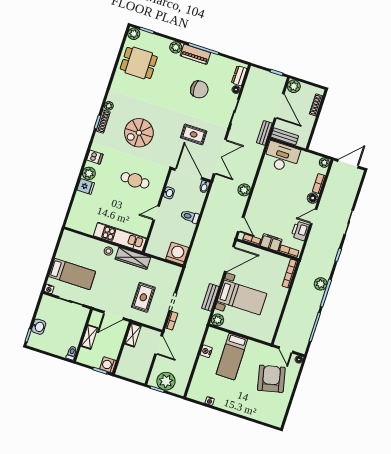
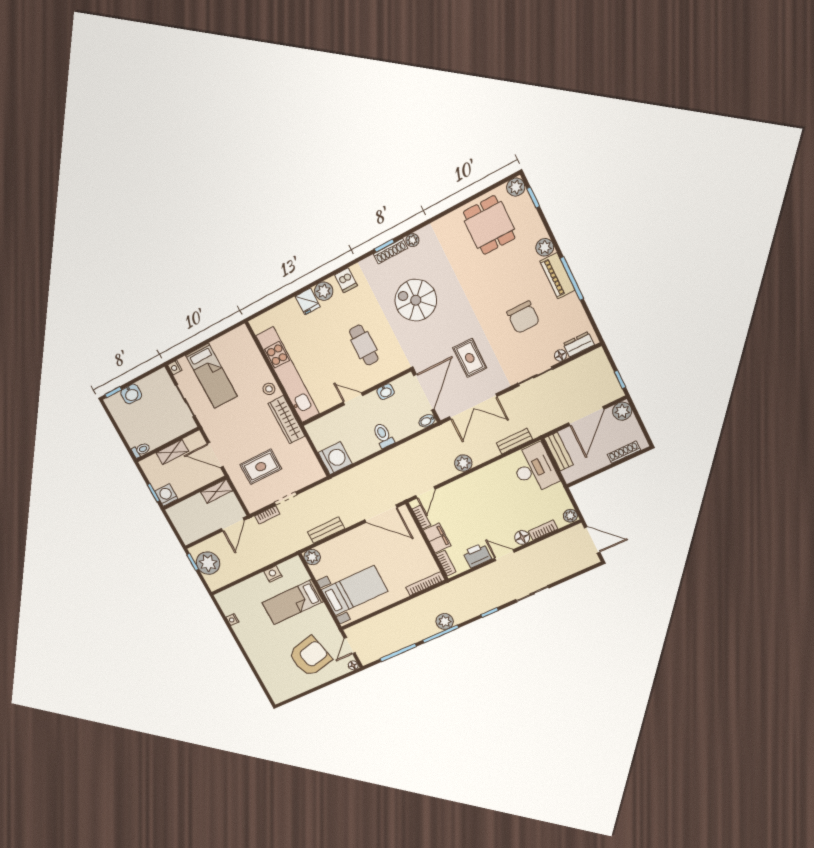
bench: (264, 133) -> (514, 441), moved
kitchen unit: (120, 237) -> (288, 375), width x1.36
bed with nightstands: (242, 297) -> (354, 591), moved, turned -90

